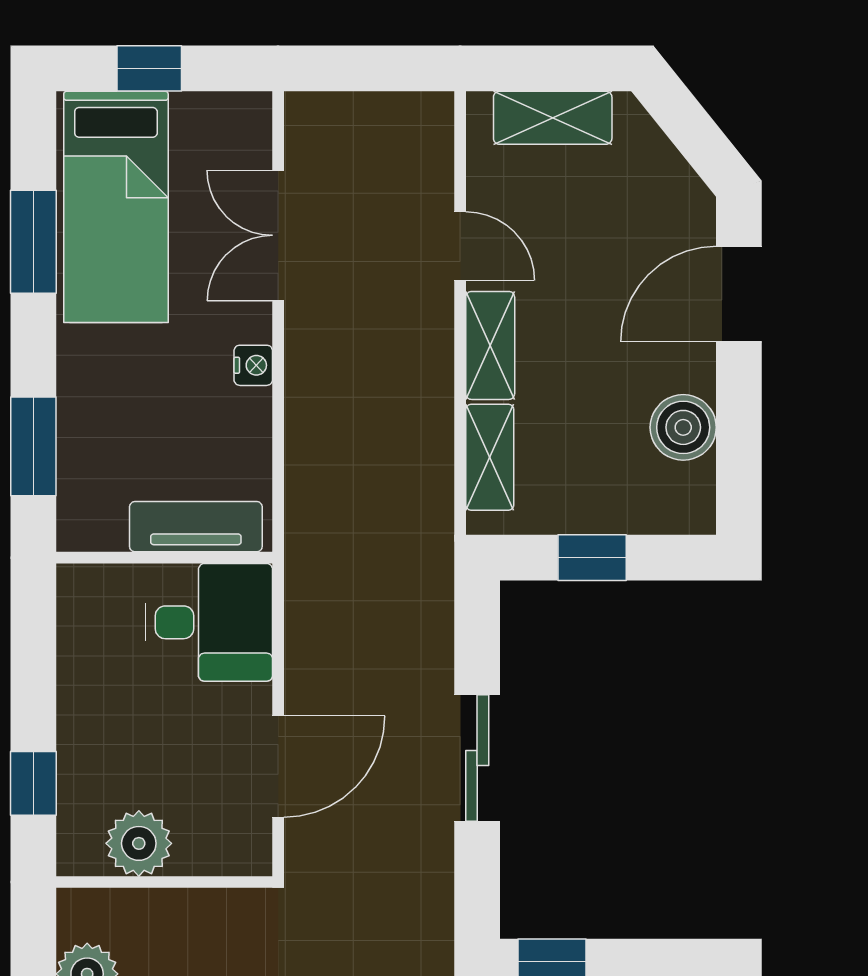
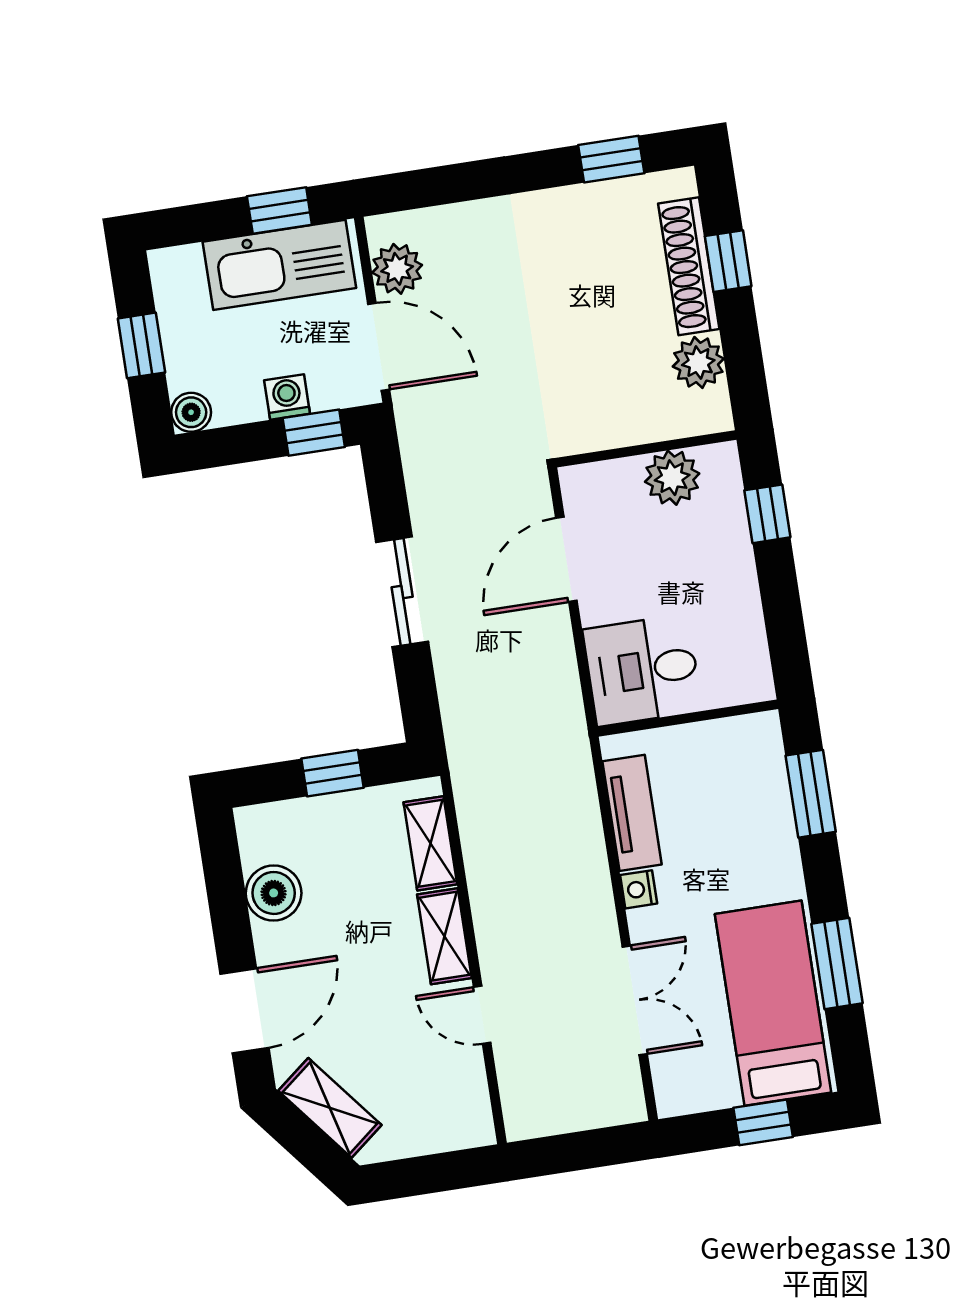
shelving: (553, 118) -> (330, 1108), moved, turned 51
tv unit: (196, 527) -> (632, 813), moved, turned -90

